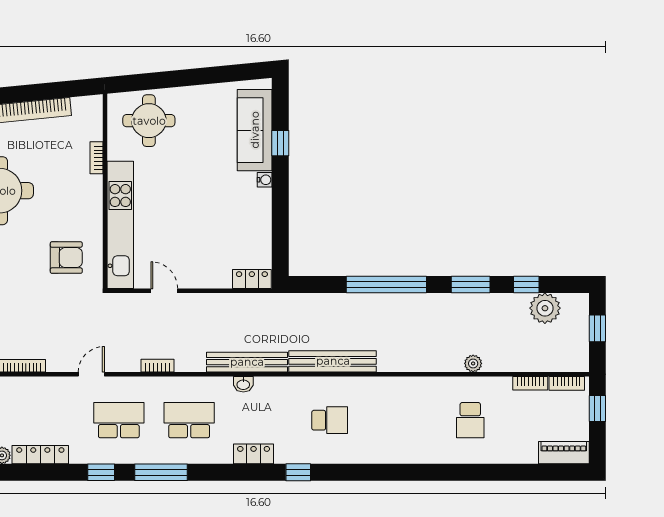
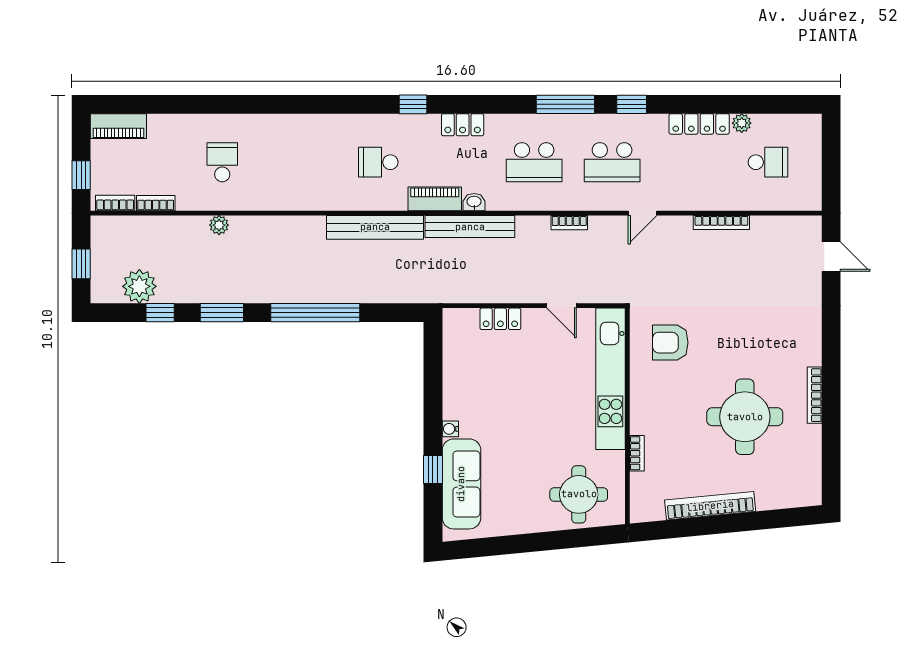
locker: (252, 279) -> (500, 319), moved
piano: (279, 387) -> (435, 199), added

